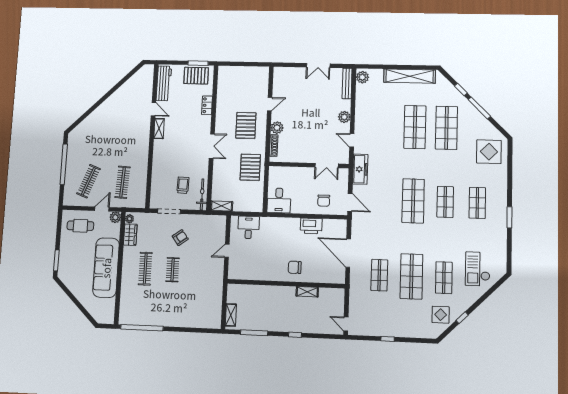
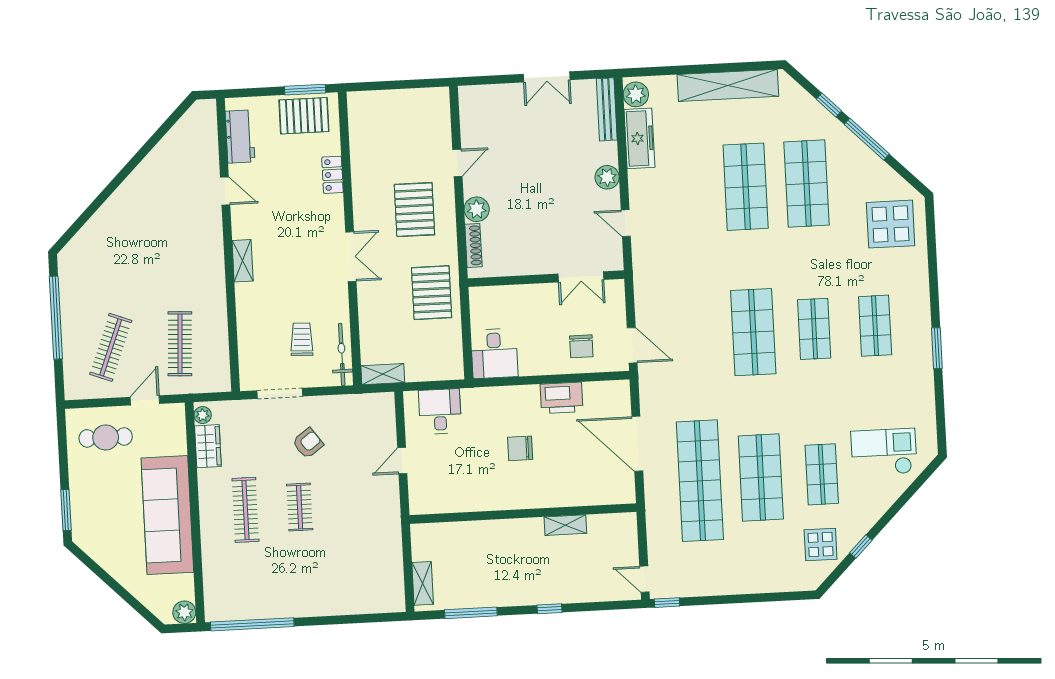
workbench: (164, 83) -> (240, 137), width x0.73
shelving: (159, 129) -> (243, 261), moved
freezer: (360, 169) -> (639, 138), moved
plant: (115, 217) -> (184, 612), moved
chair: (295, 267) -> (520, 448), moved
checkout: (478, 269) -> (884, 452), turned 90
shop shelf: (379, 275) -> (700, 481), width x2.00, depth x1.36
window: (388, 339) -> (667, 603), moved

